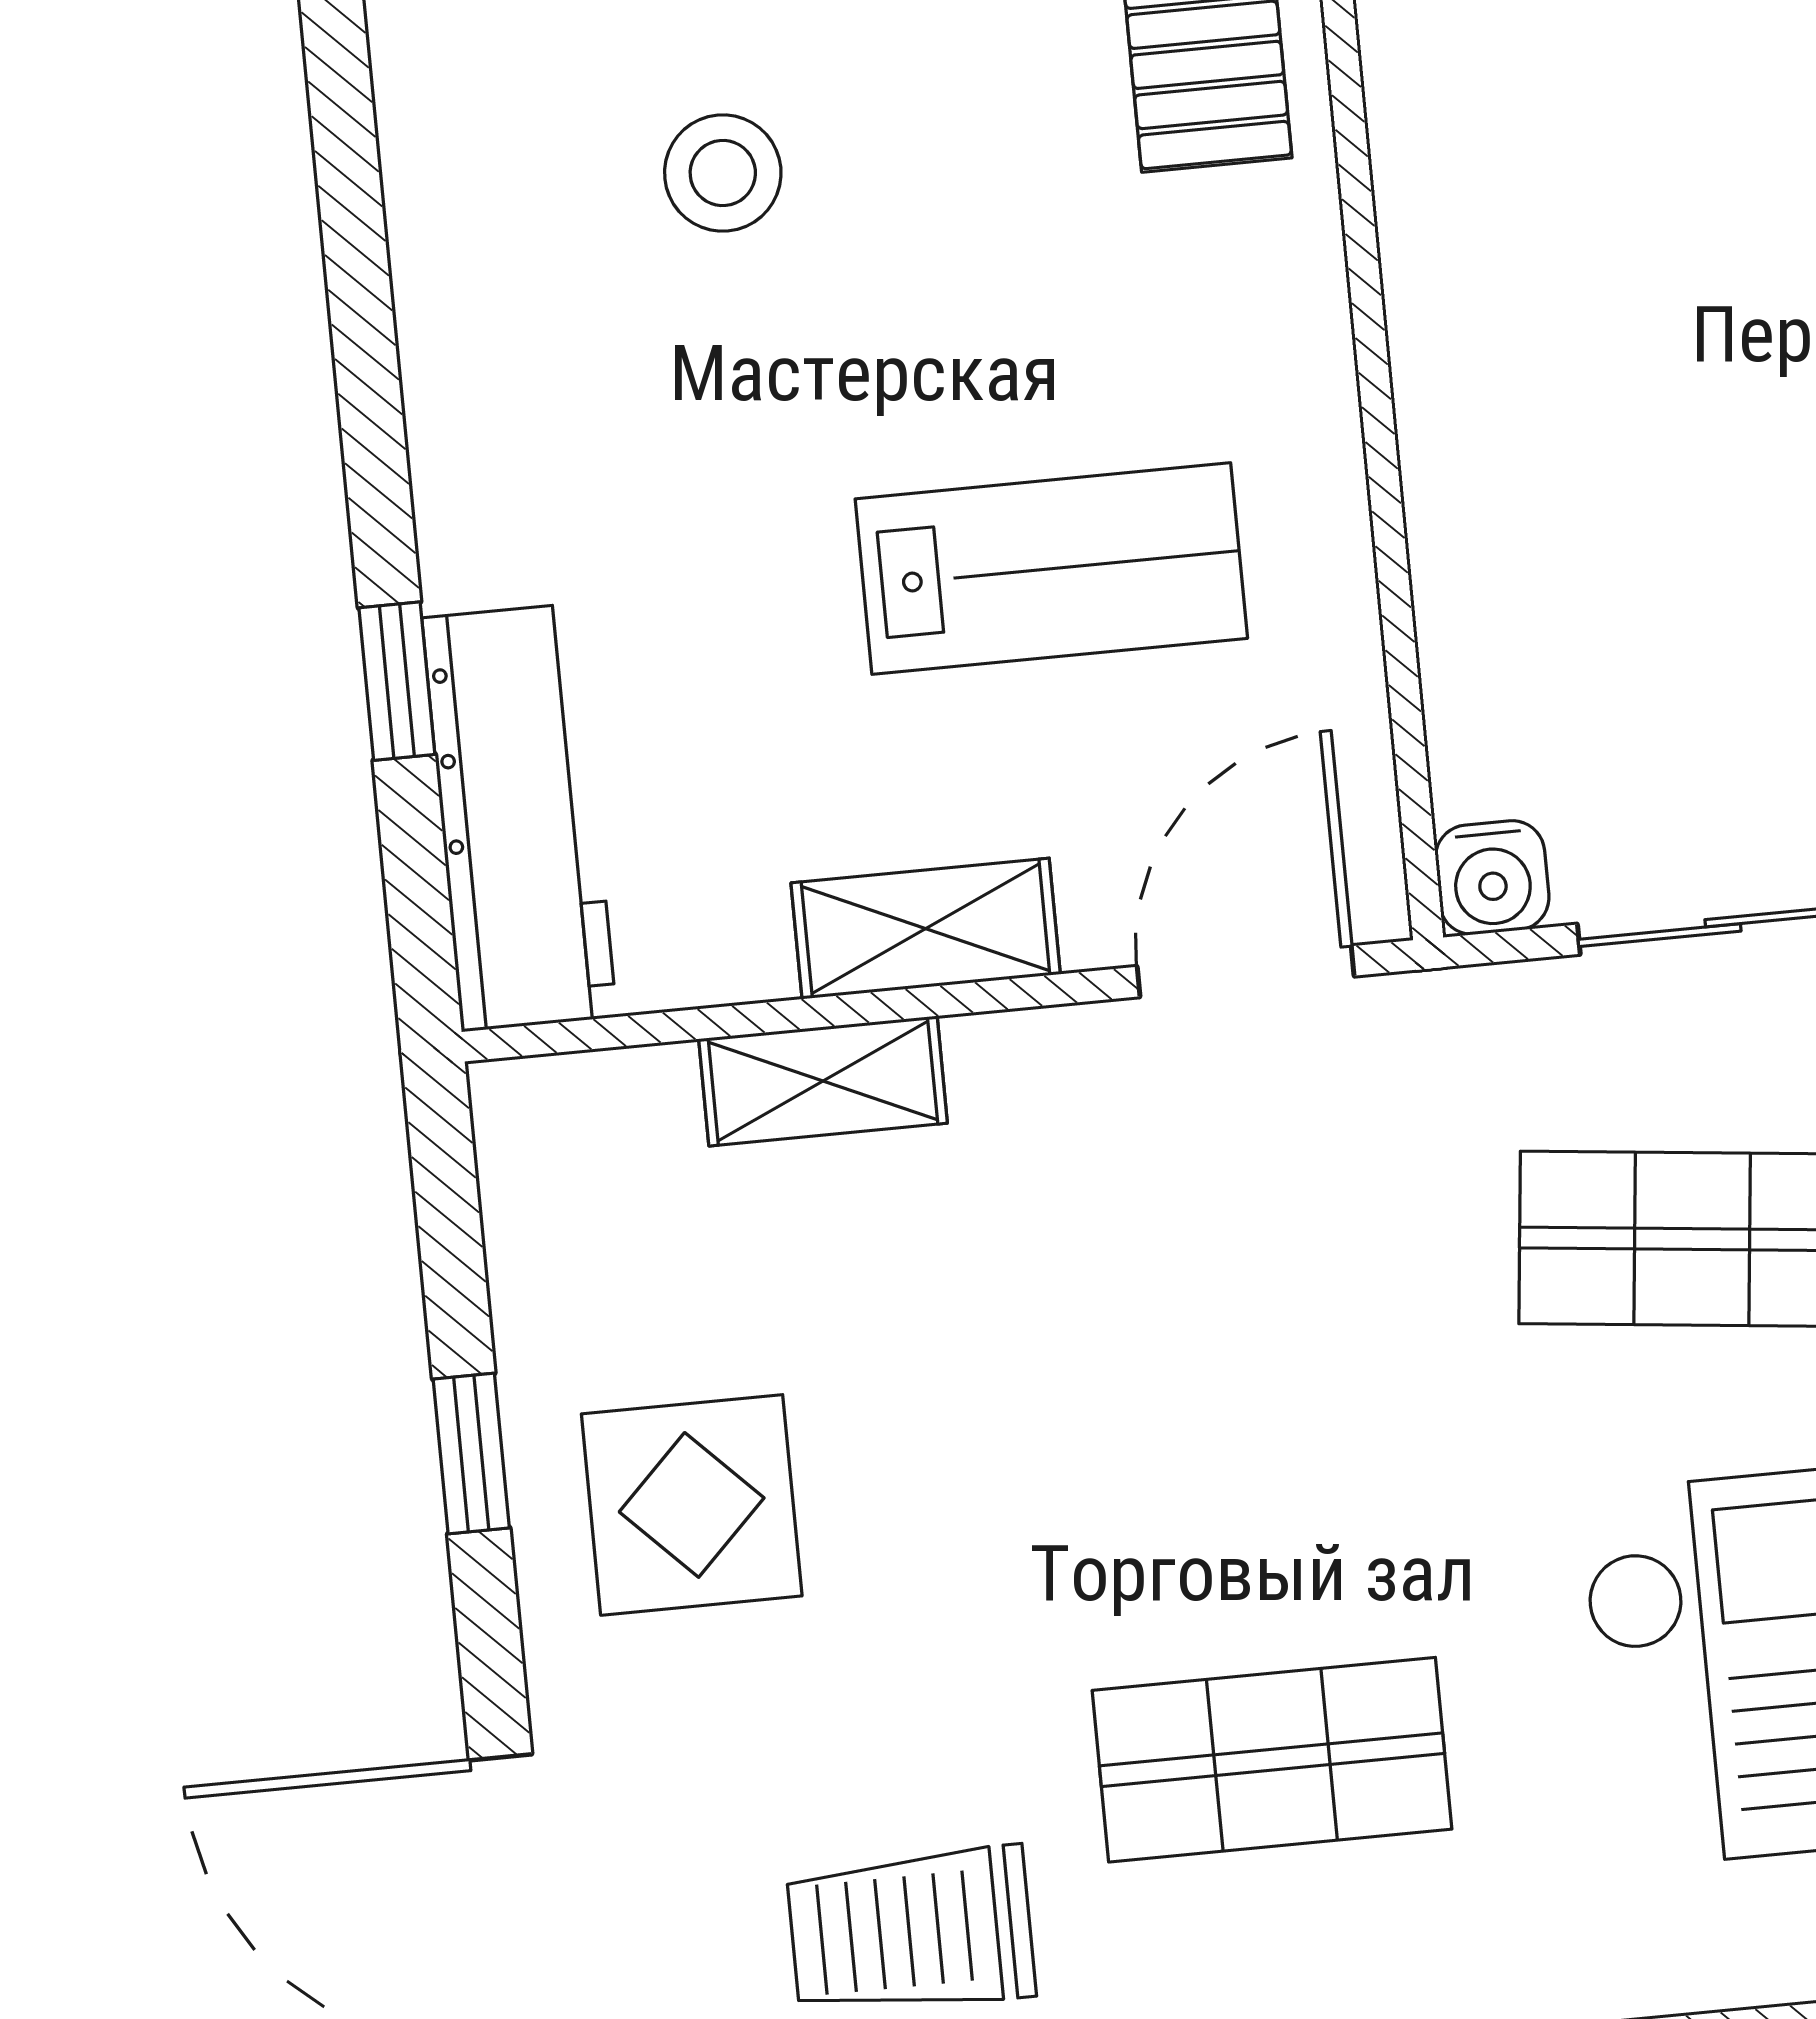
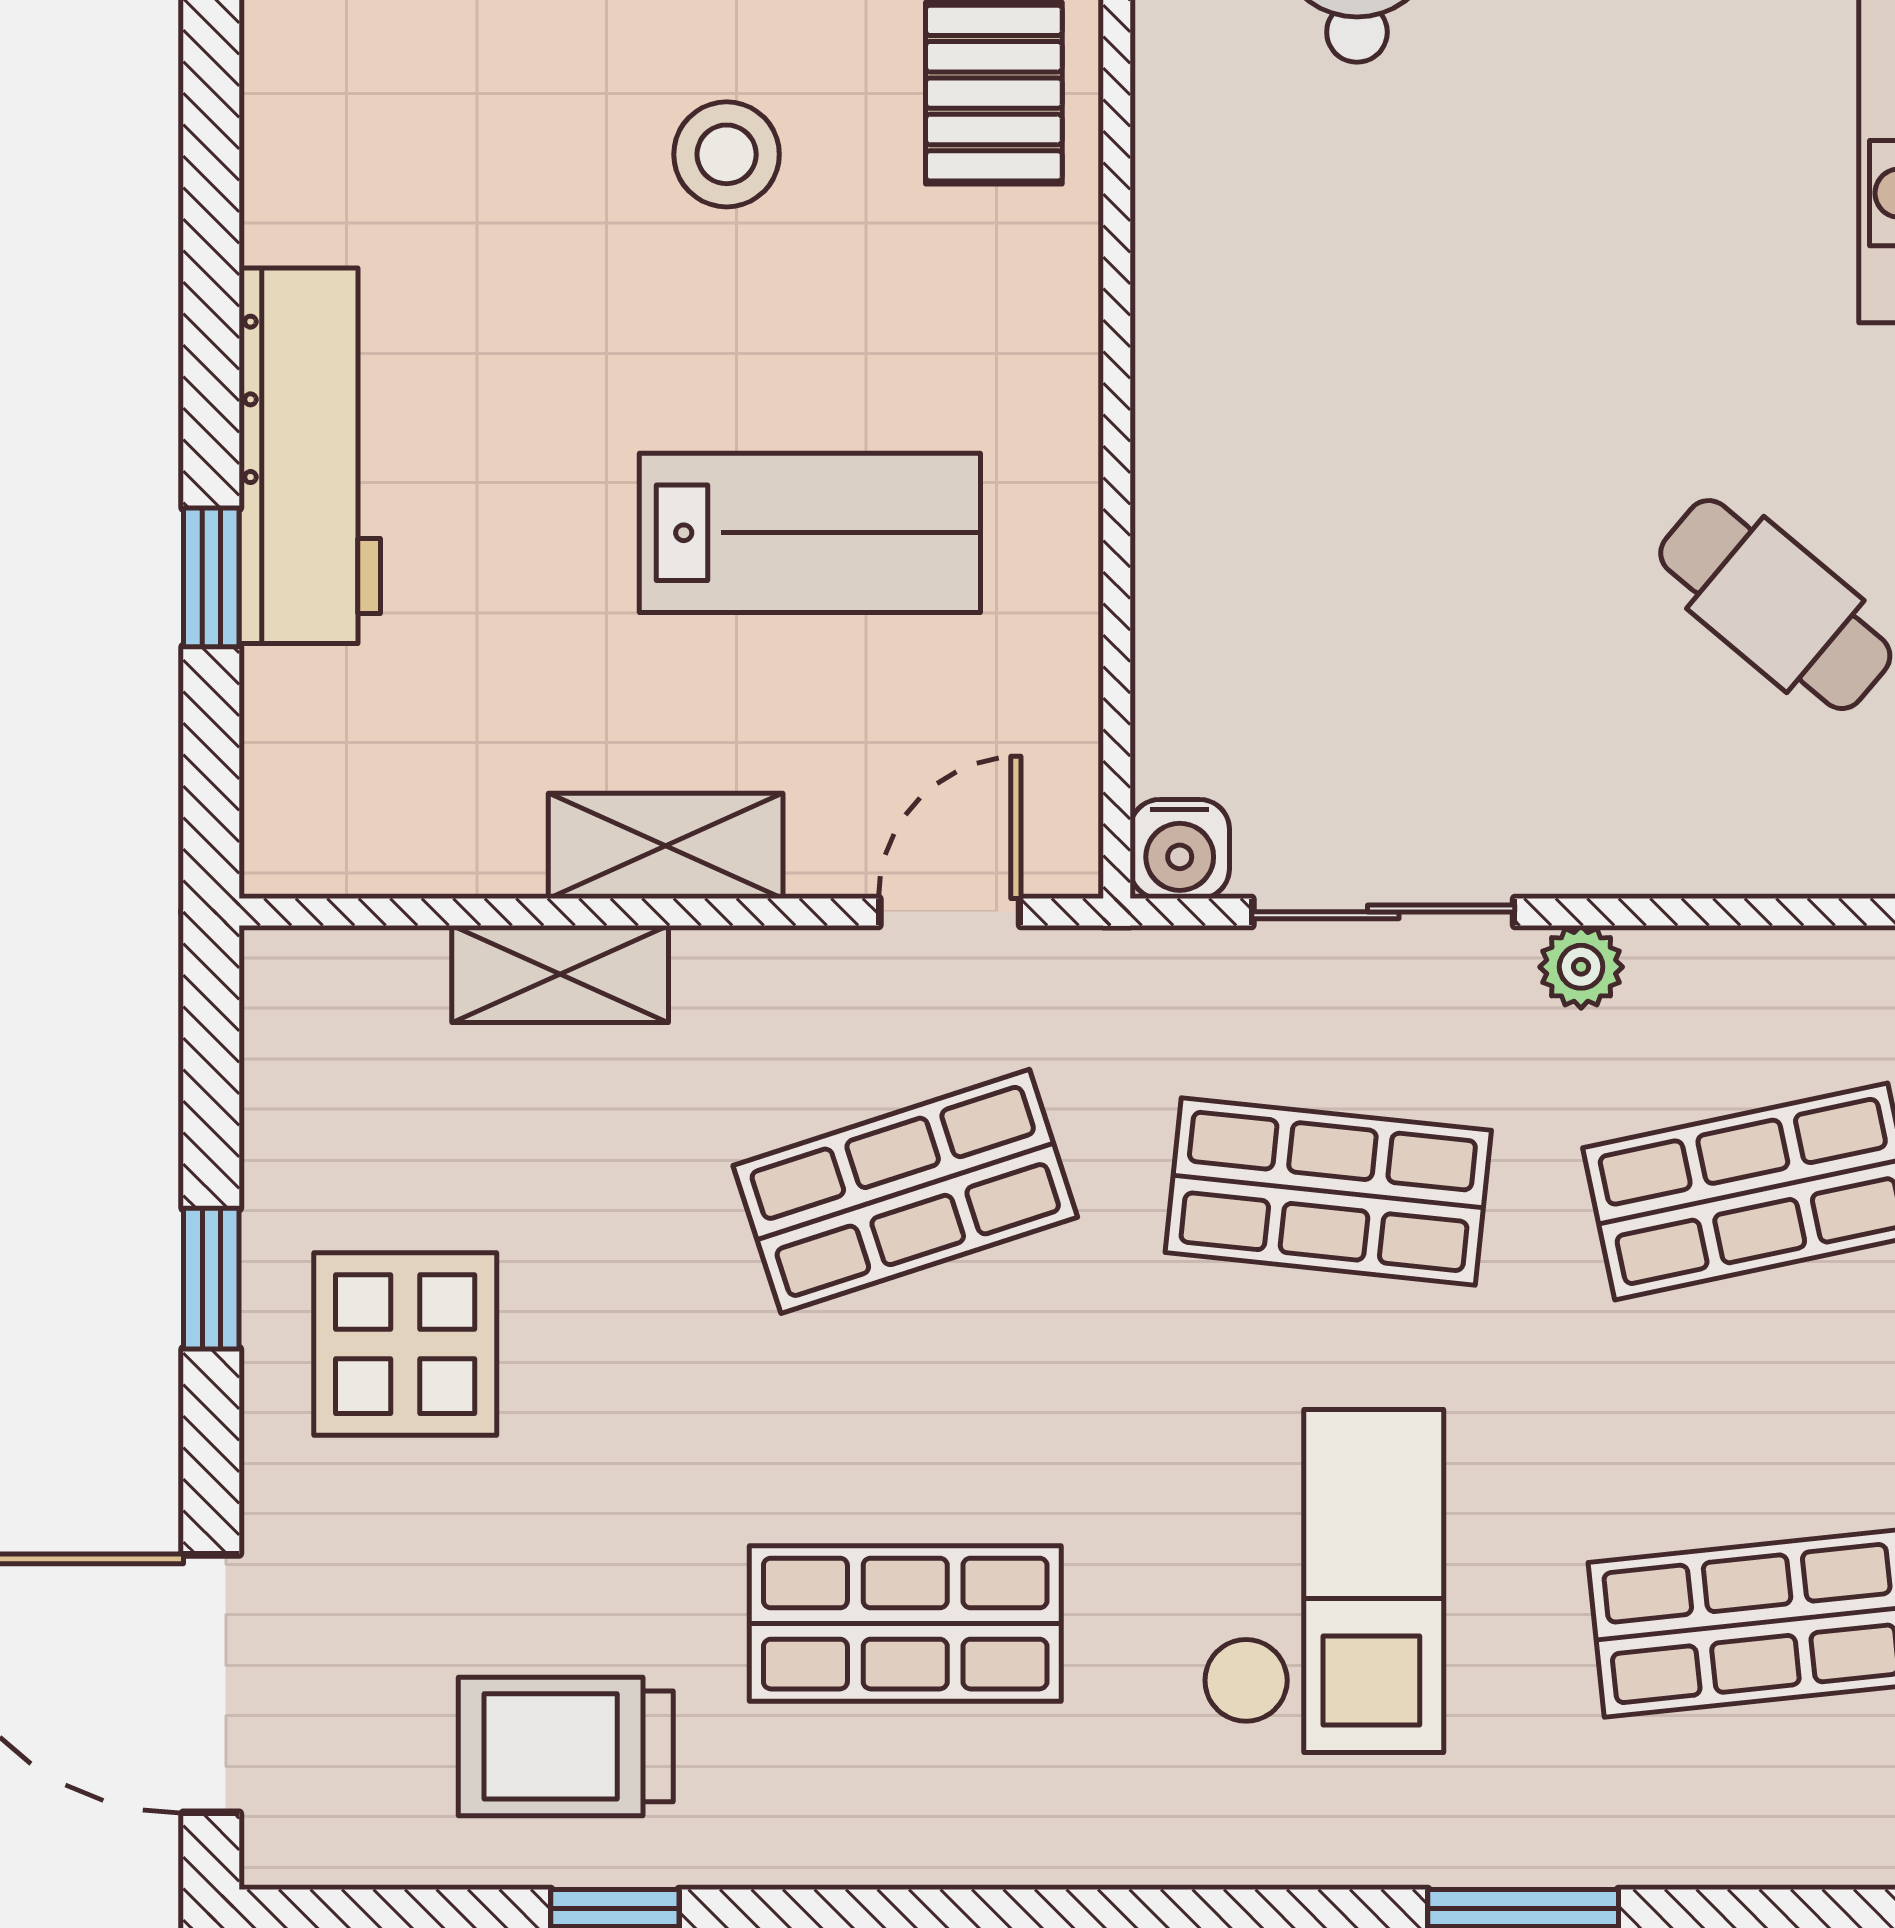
stool: (723, 173) -> (727, 154), moved
workbench: (519, 817) -> (310, 456), moved
door: (1246, 971) -> (950, 912), width x0.73
shop shelf: (1226, 1284) -> (905, 1191), added

